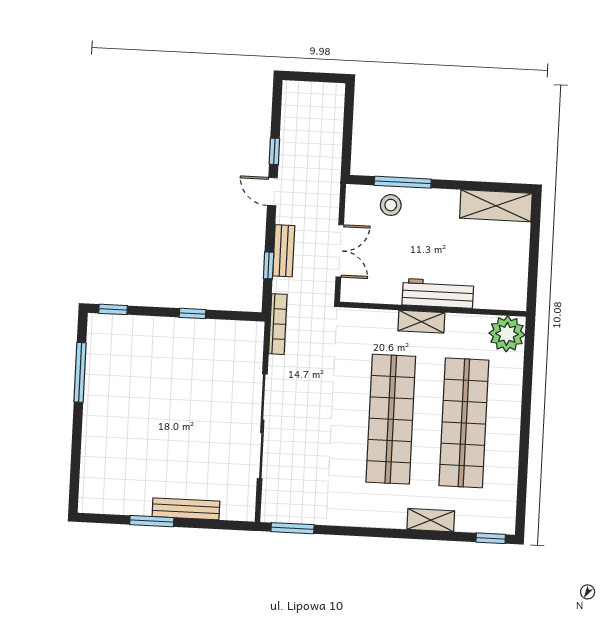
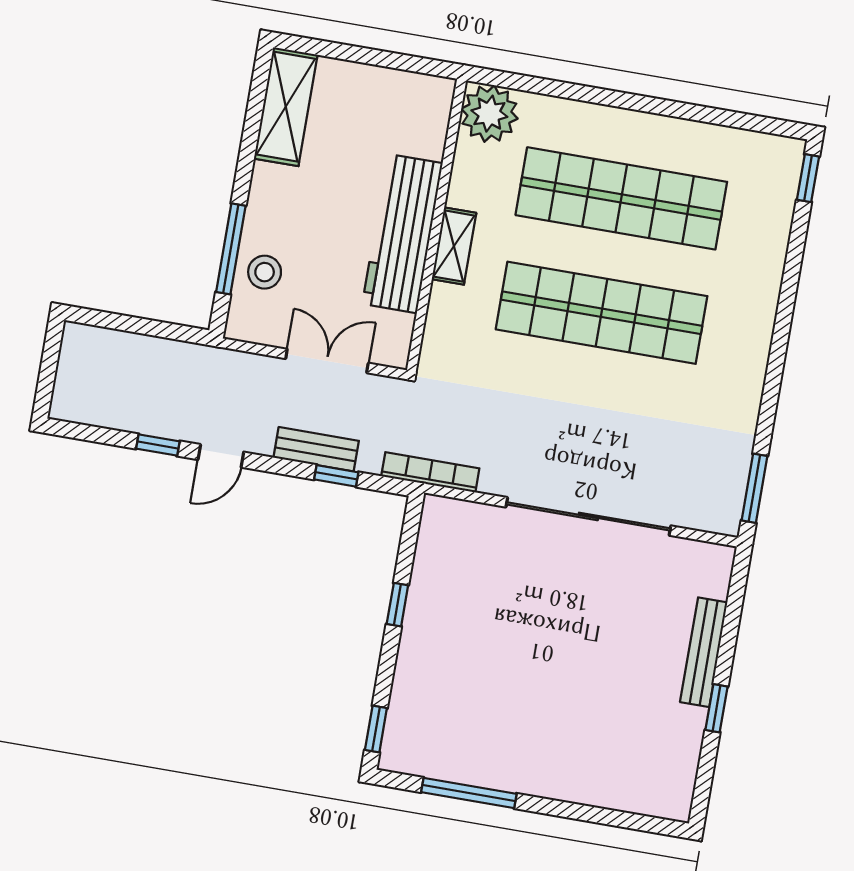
workbench: (438, 293) -> (402, 234), width x1.36, depth x1.32
shelving: (431, 520) -> (768, 269), removed
window: (152, 521) -> (716, 708), width x0.67

